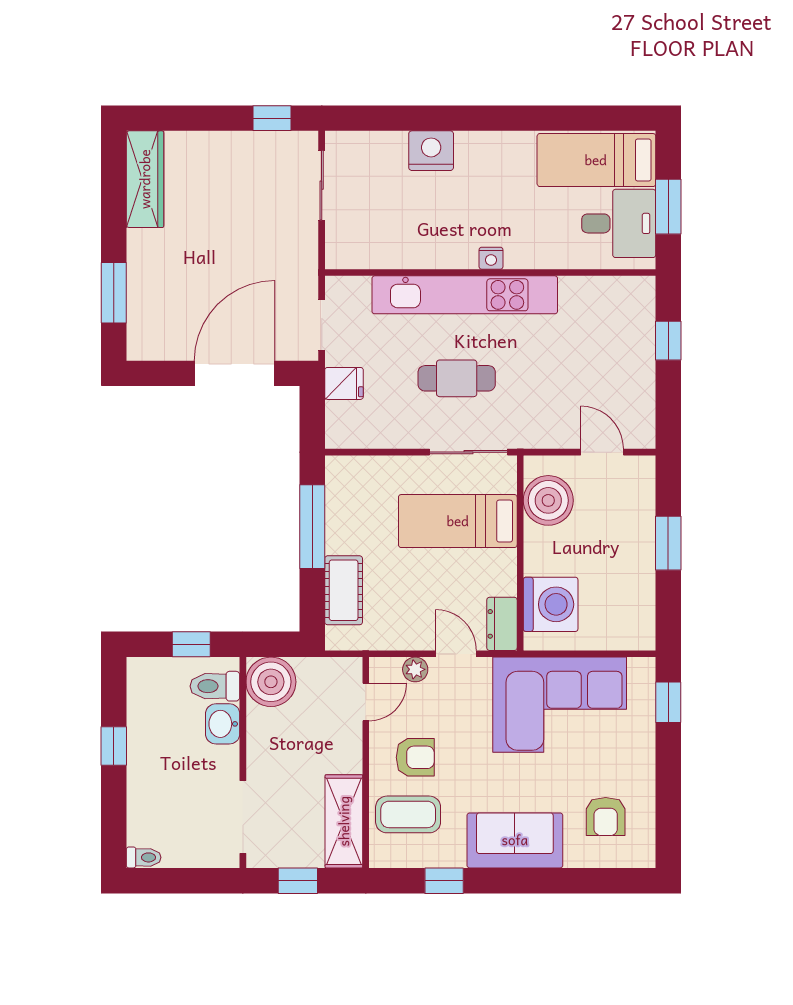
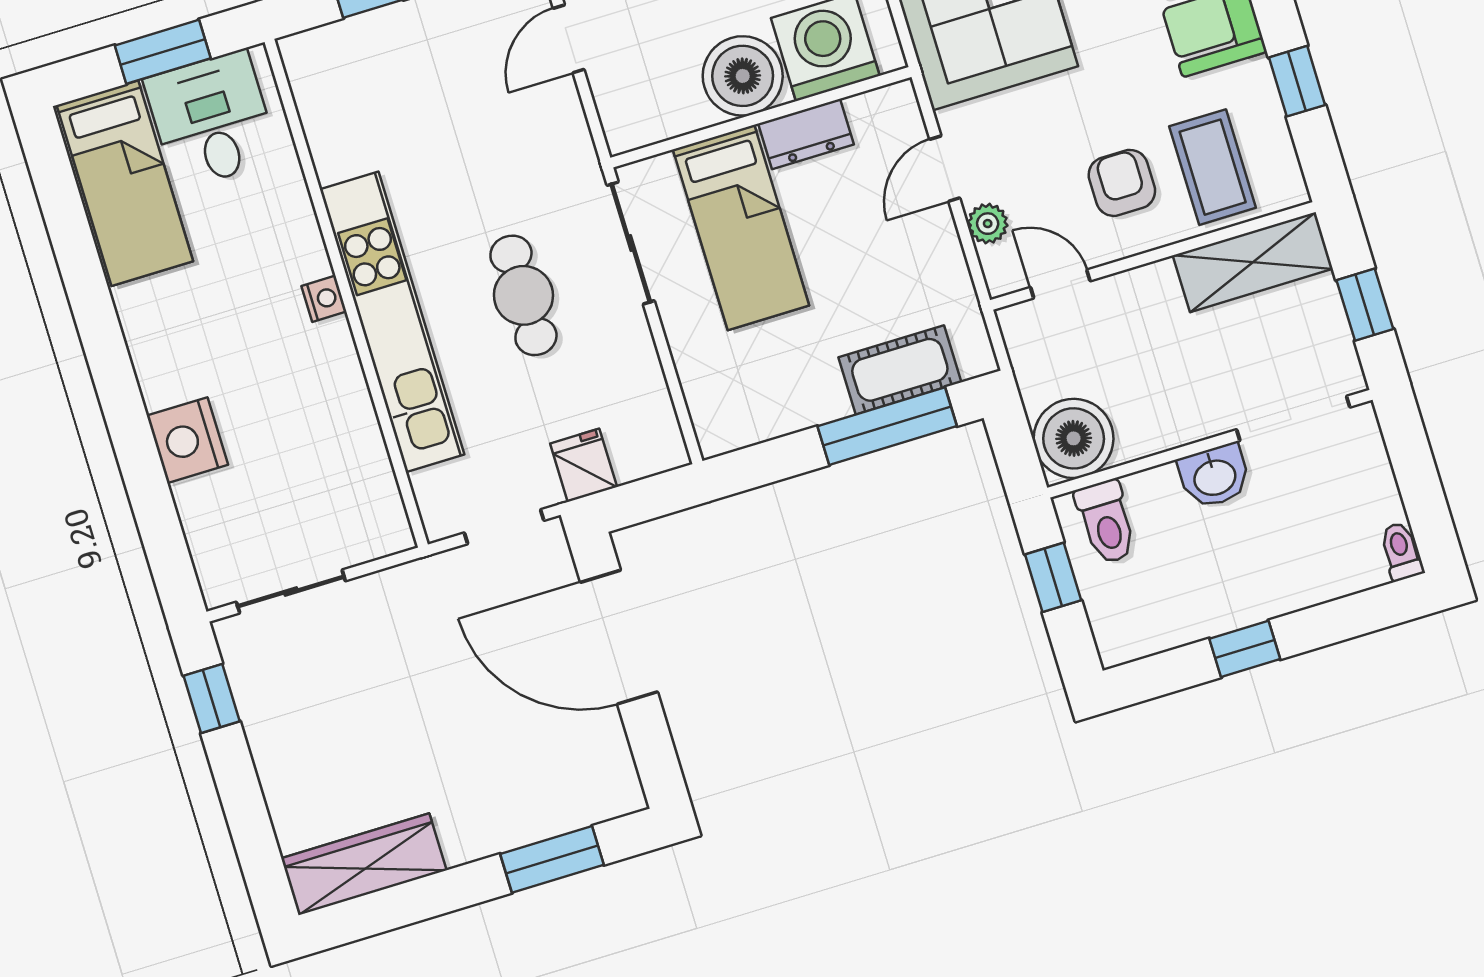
boiler: (548, 500) -> (743, 76), moved
window: (312, 527) -> (887, 426), moved
dresser: (502, 624) -> (806, 134), moved
washbasin: (223, 724) -> (1214, 476), moved

